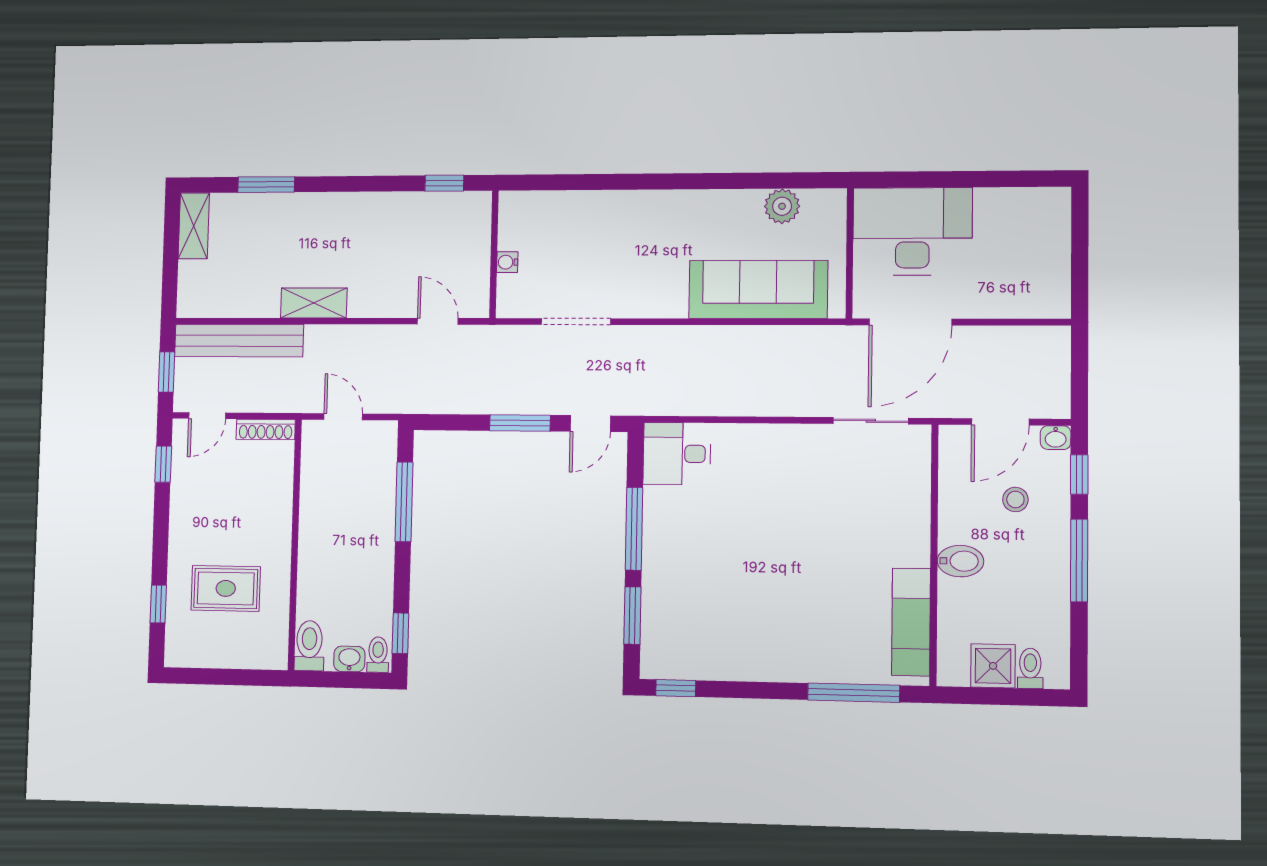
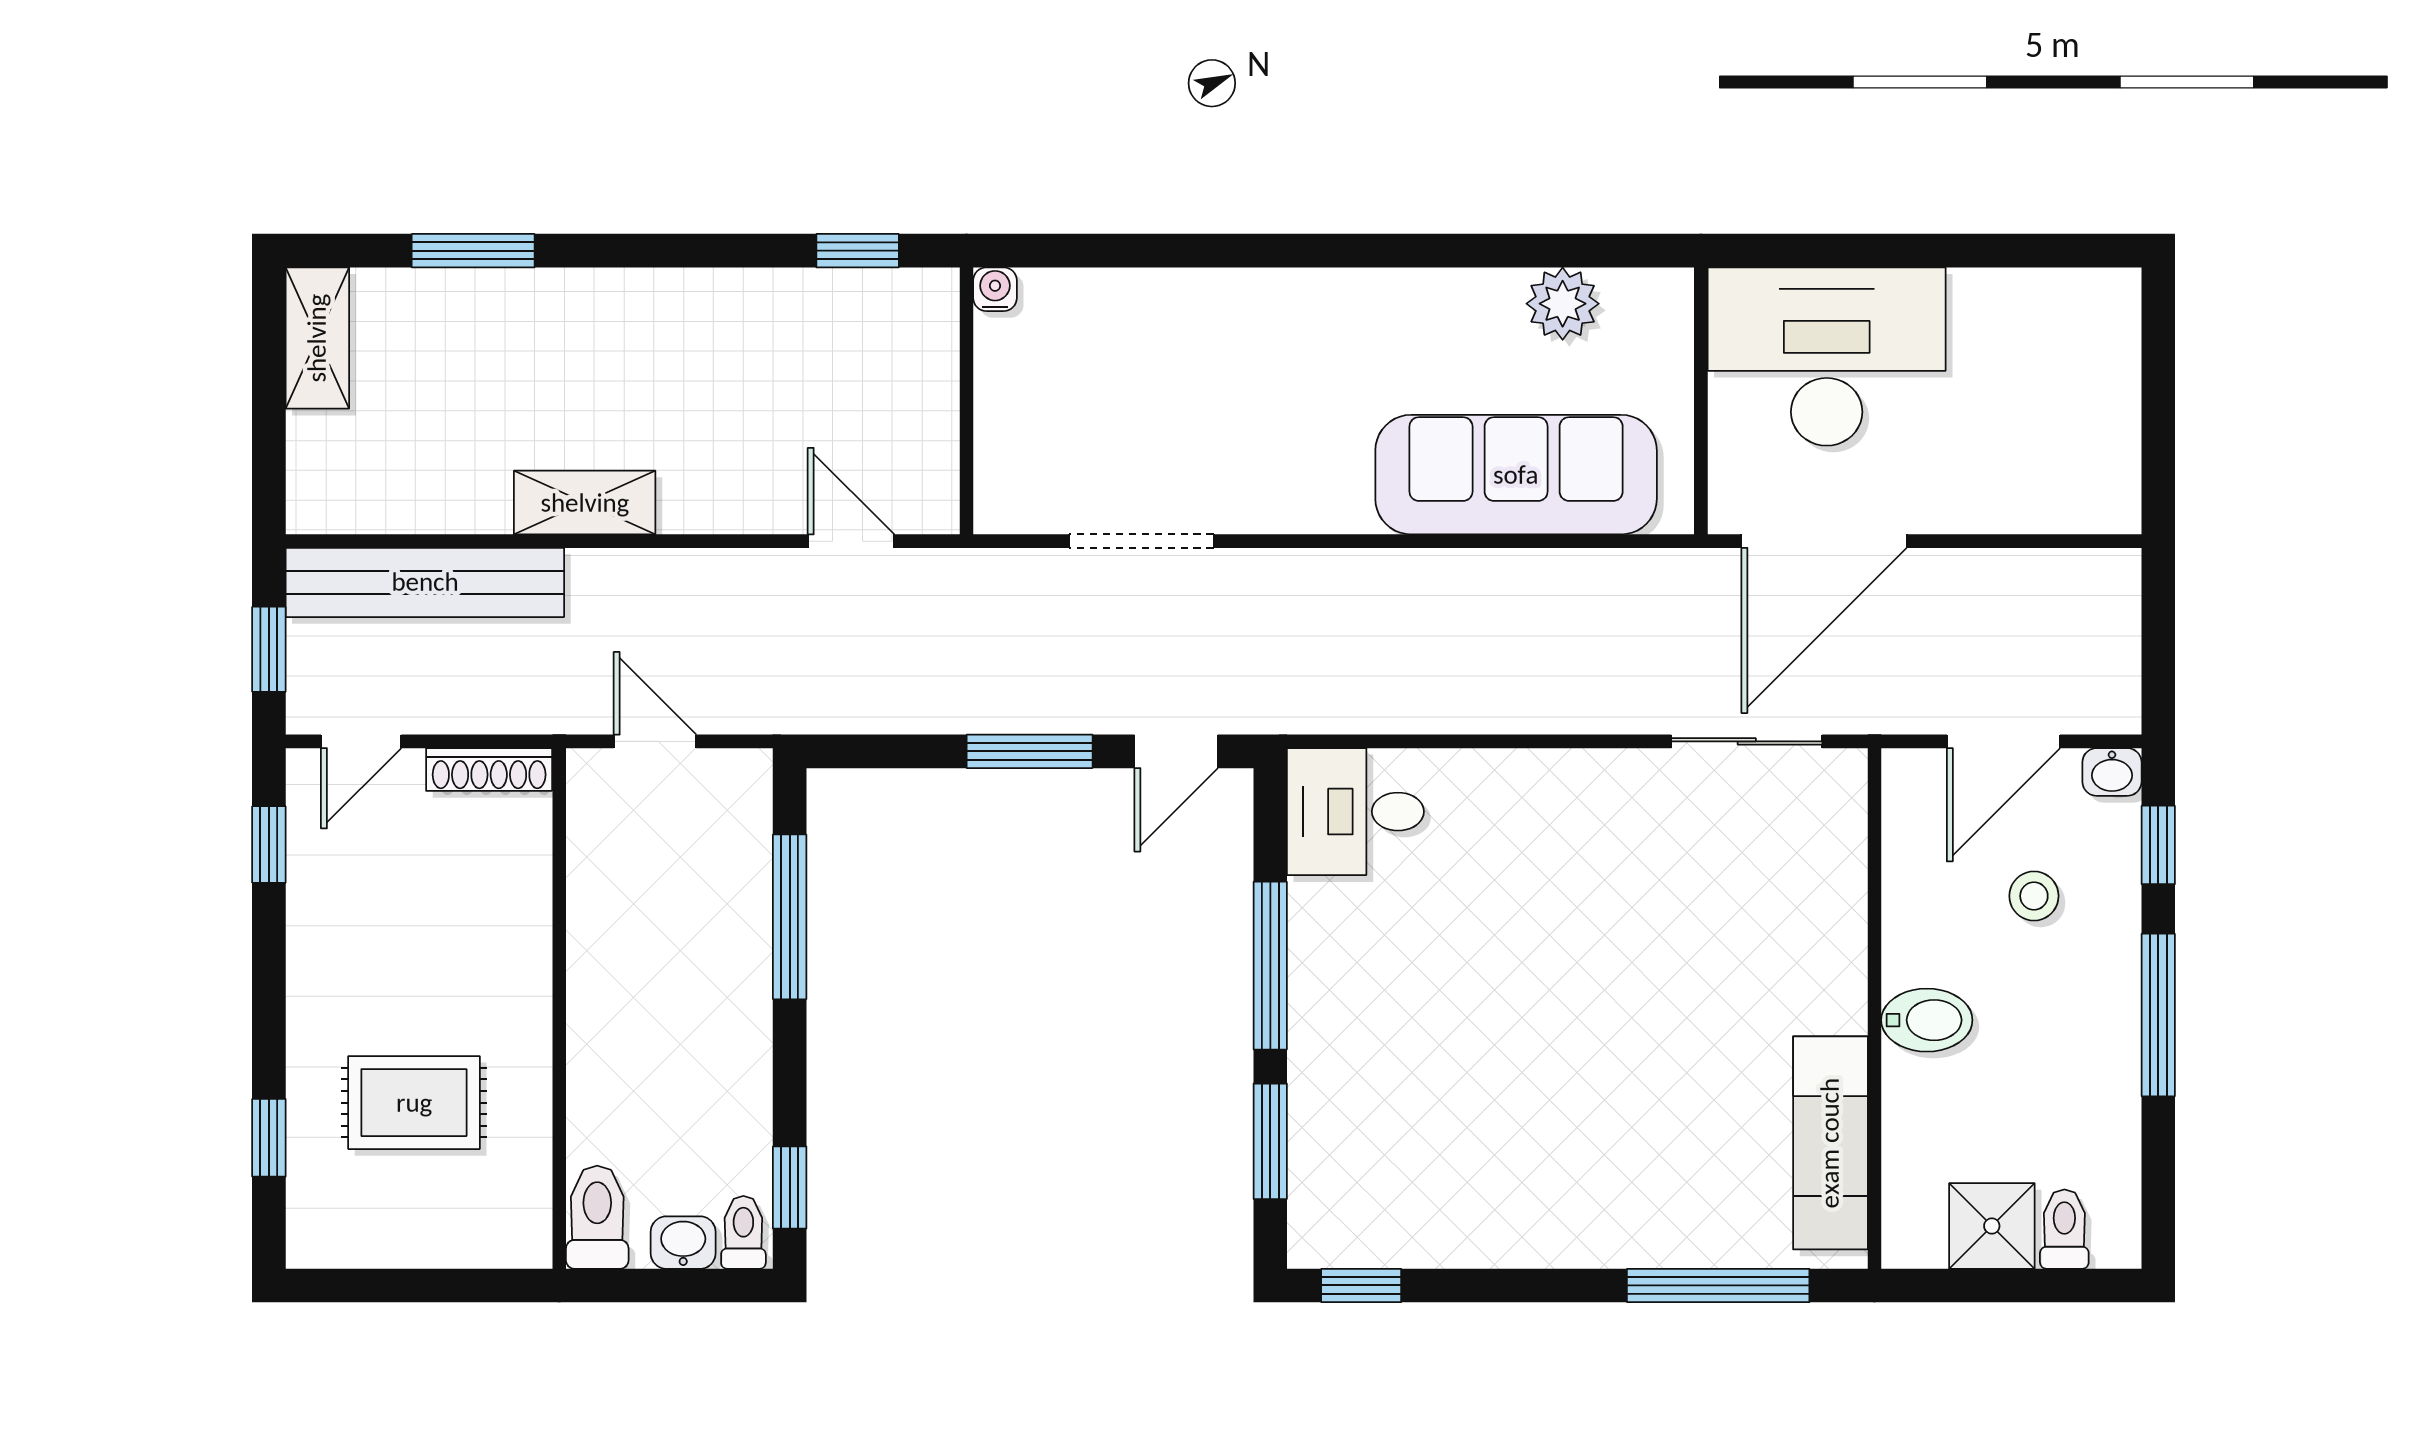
water cooler: (507, 262) -> (995, 289), moved, turned 90

